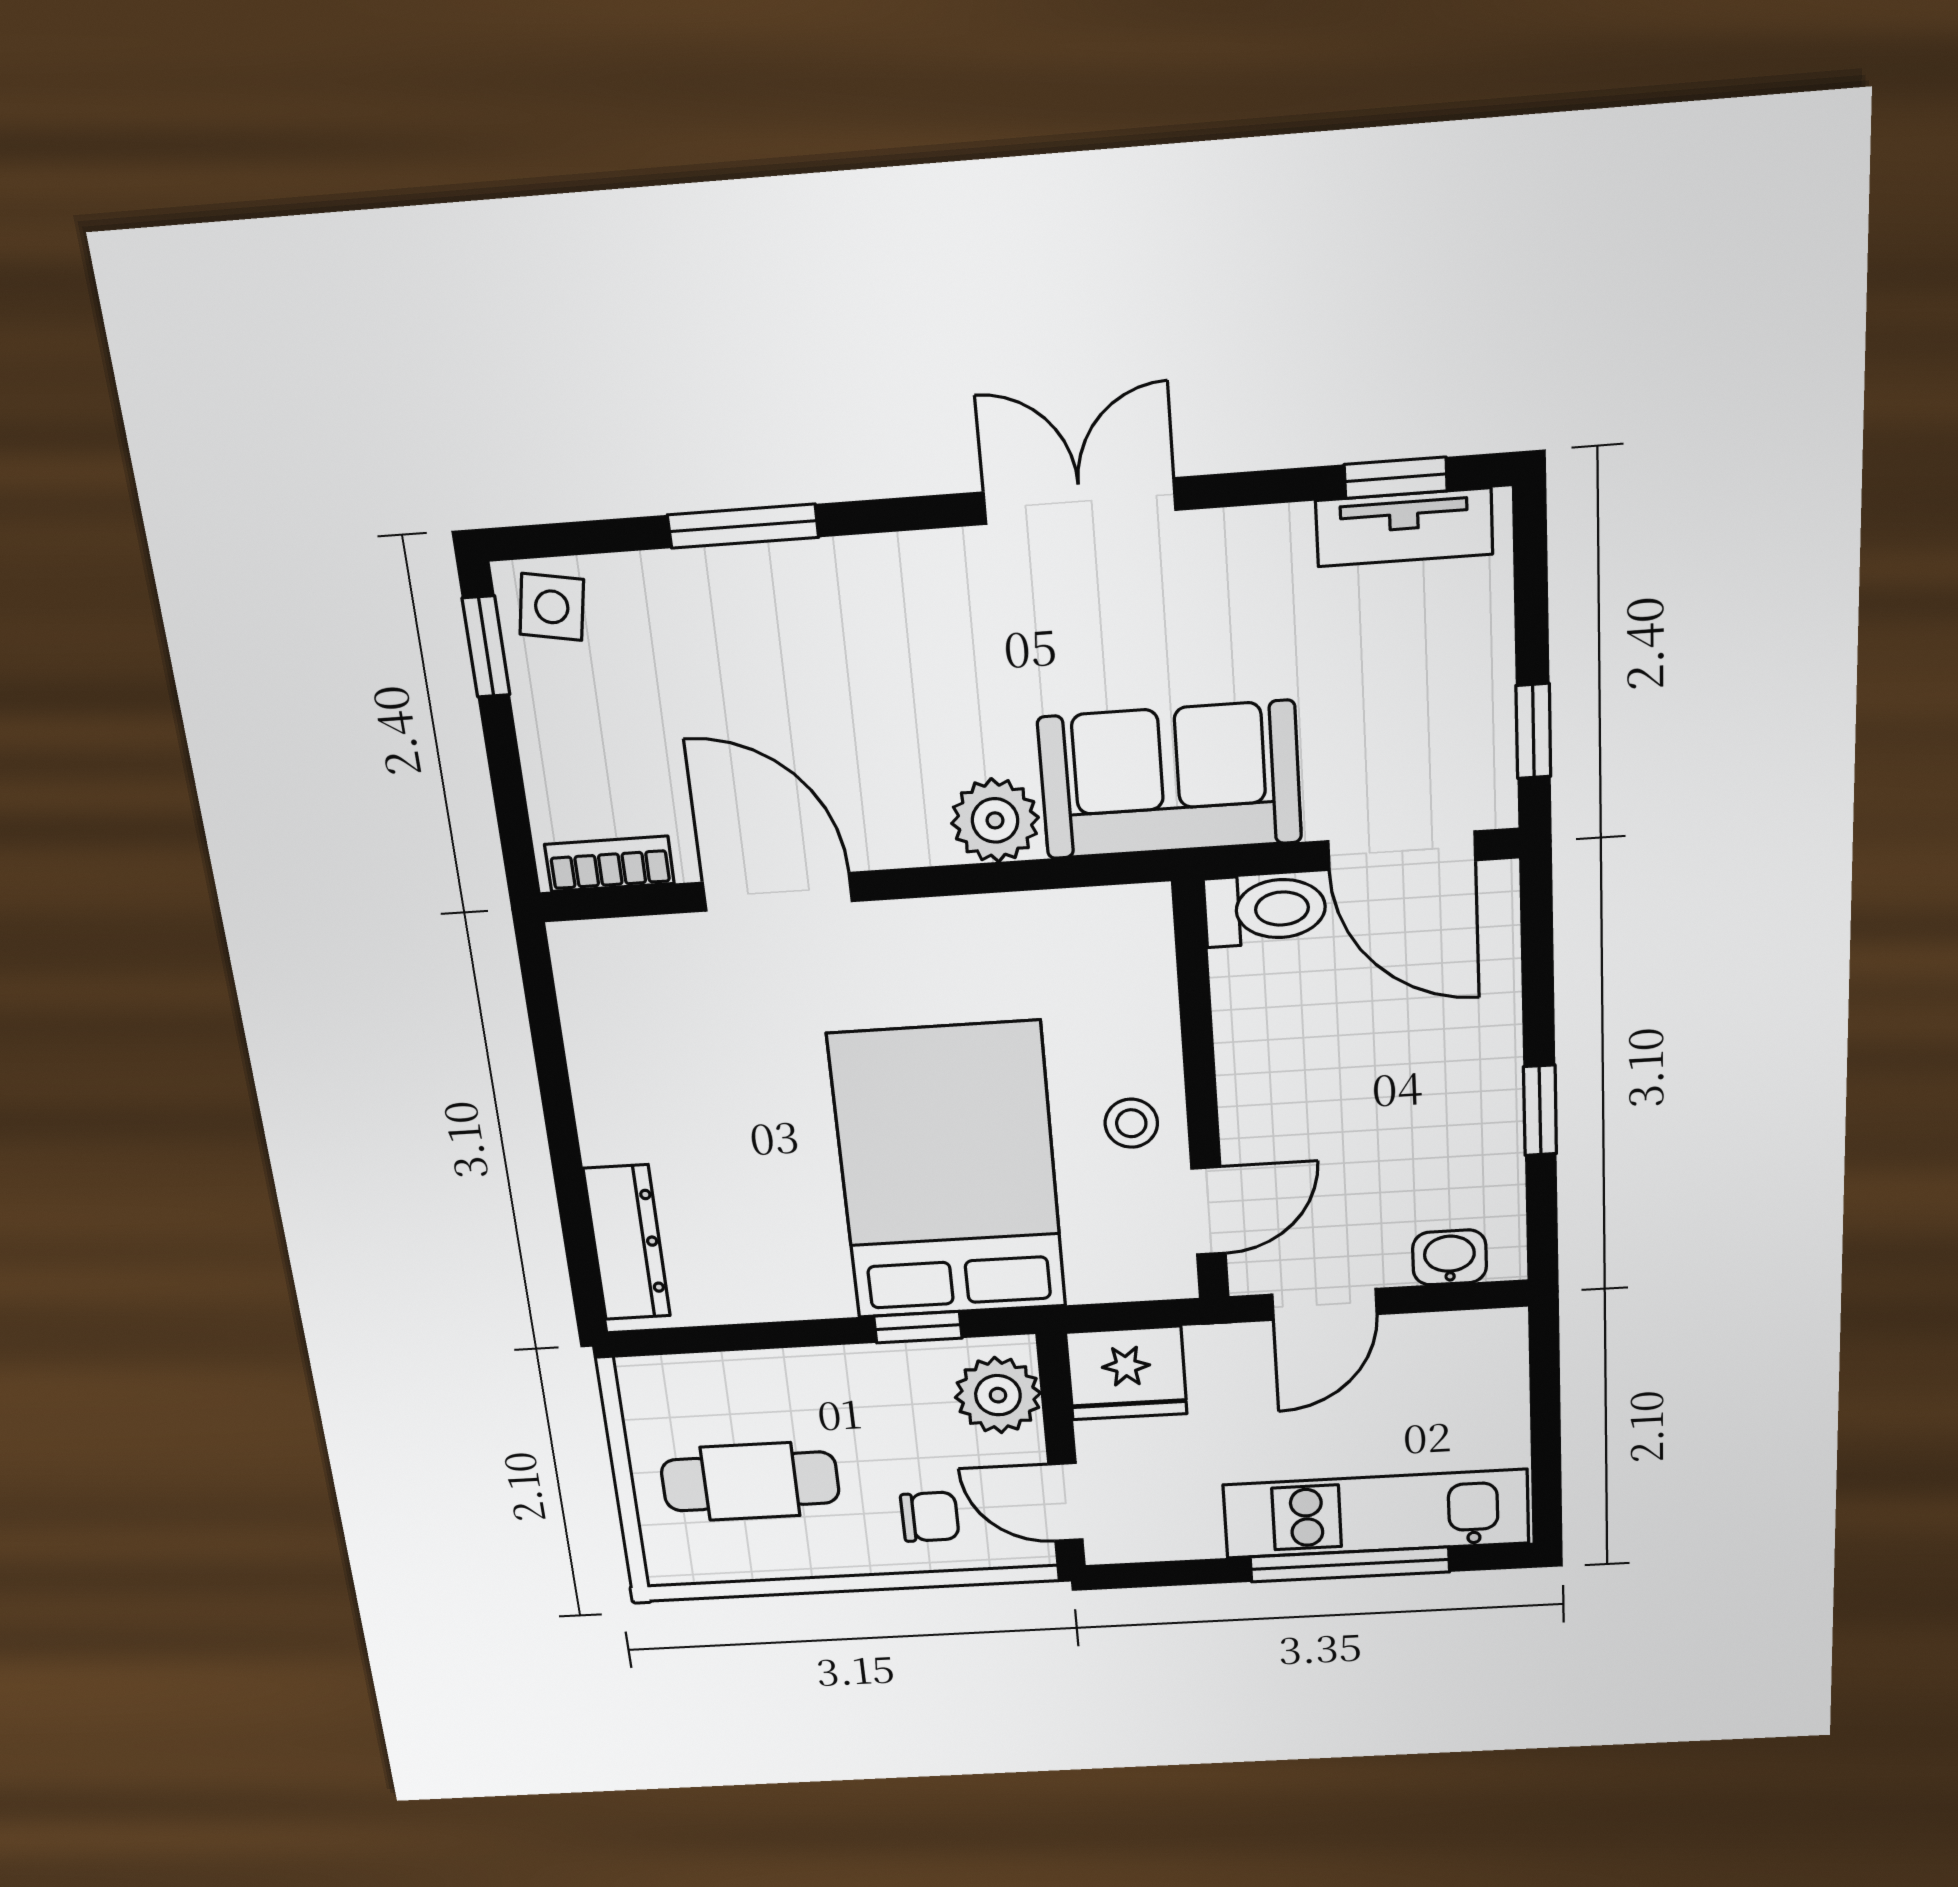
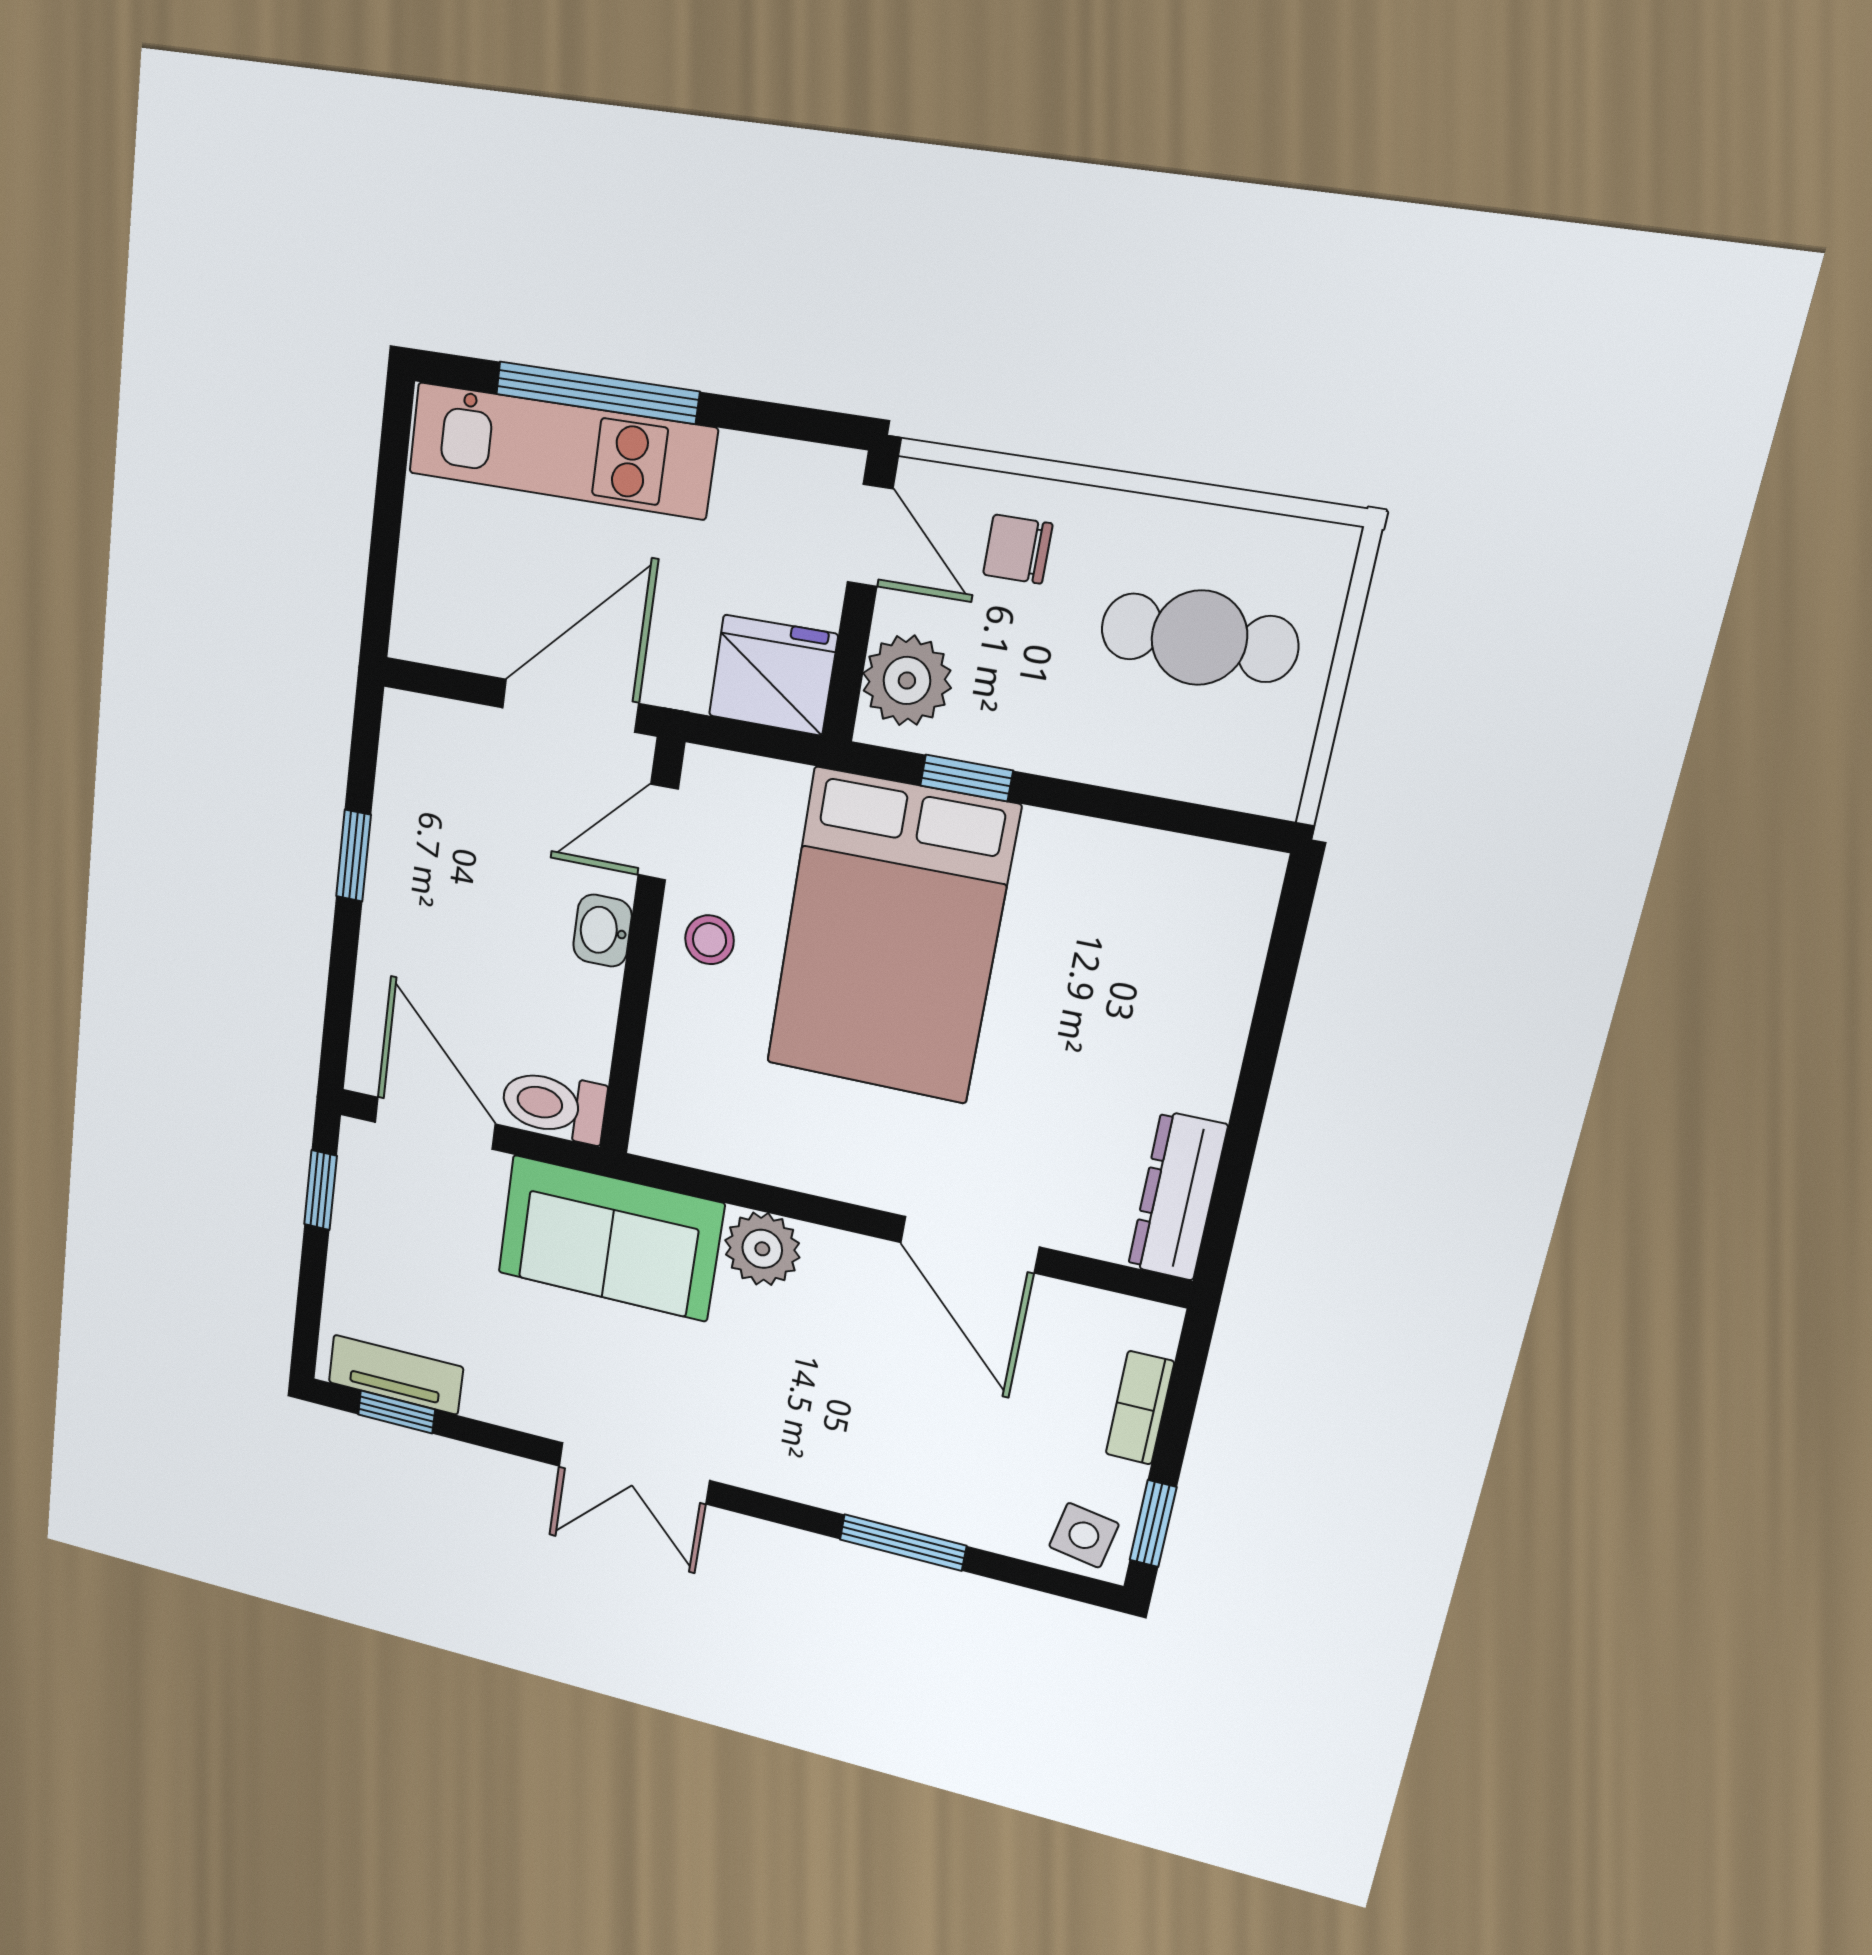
bookcase: (609, 864) -> (1140, 1408), moved, turned 90
dresser: (627, 1243) -> (1177, 1196), moved
washbasin: (1450, 1257) -> (602, 931), moved, turned 90
door: (1325, 1304) -> (570, 706), width x1.38

